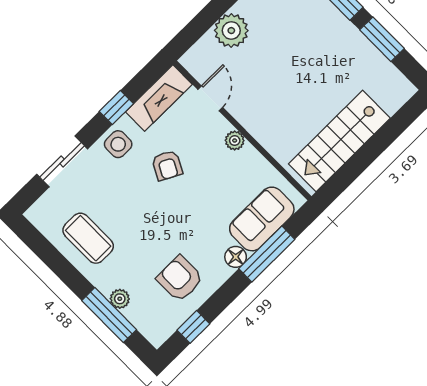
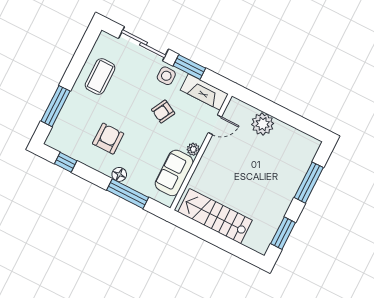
window: (382, 39) -> (283, 233), moved
window: (116, 108) -> (189, 67), width x1.50
sliding door: (62, 161) -> (143, 44), width x1.37
sofa: (262, 219) -> (174, 173), moved, turned -90
armchair: (180, 279) -> (108, 139), moved
plant: (120, 299) -> (68, 109), removed

